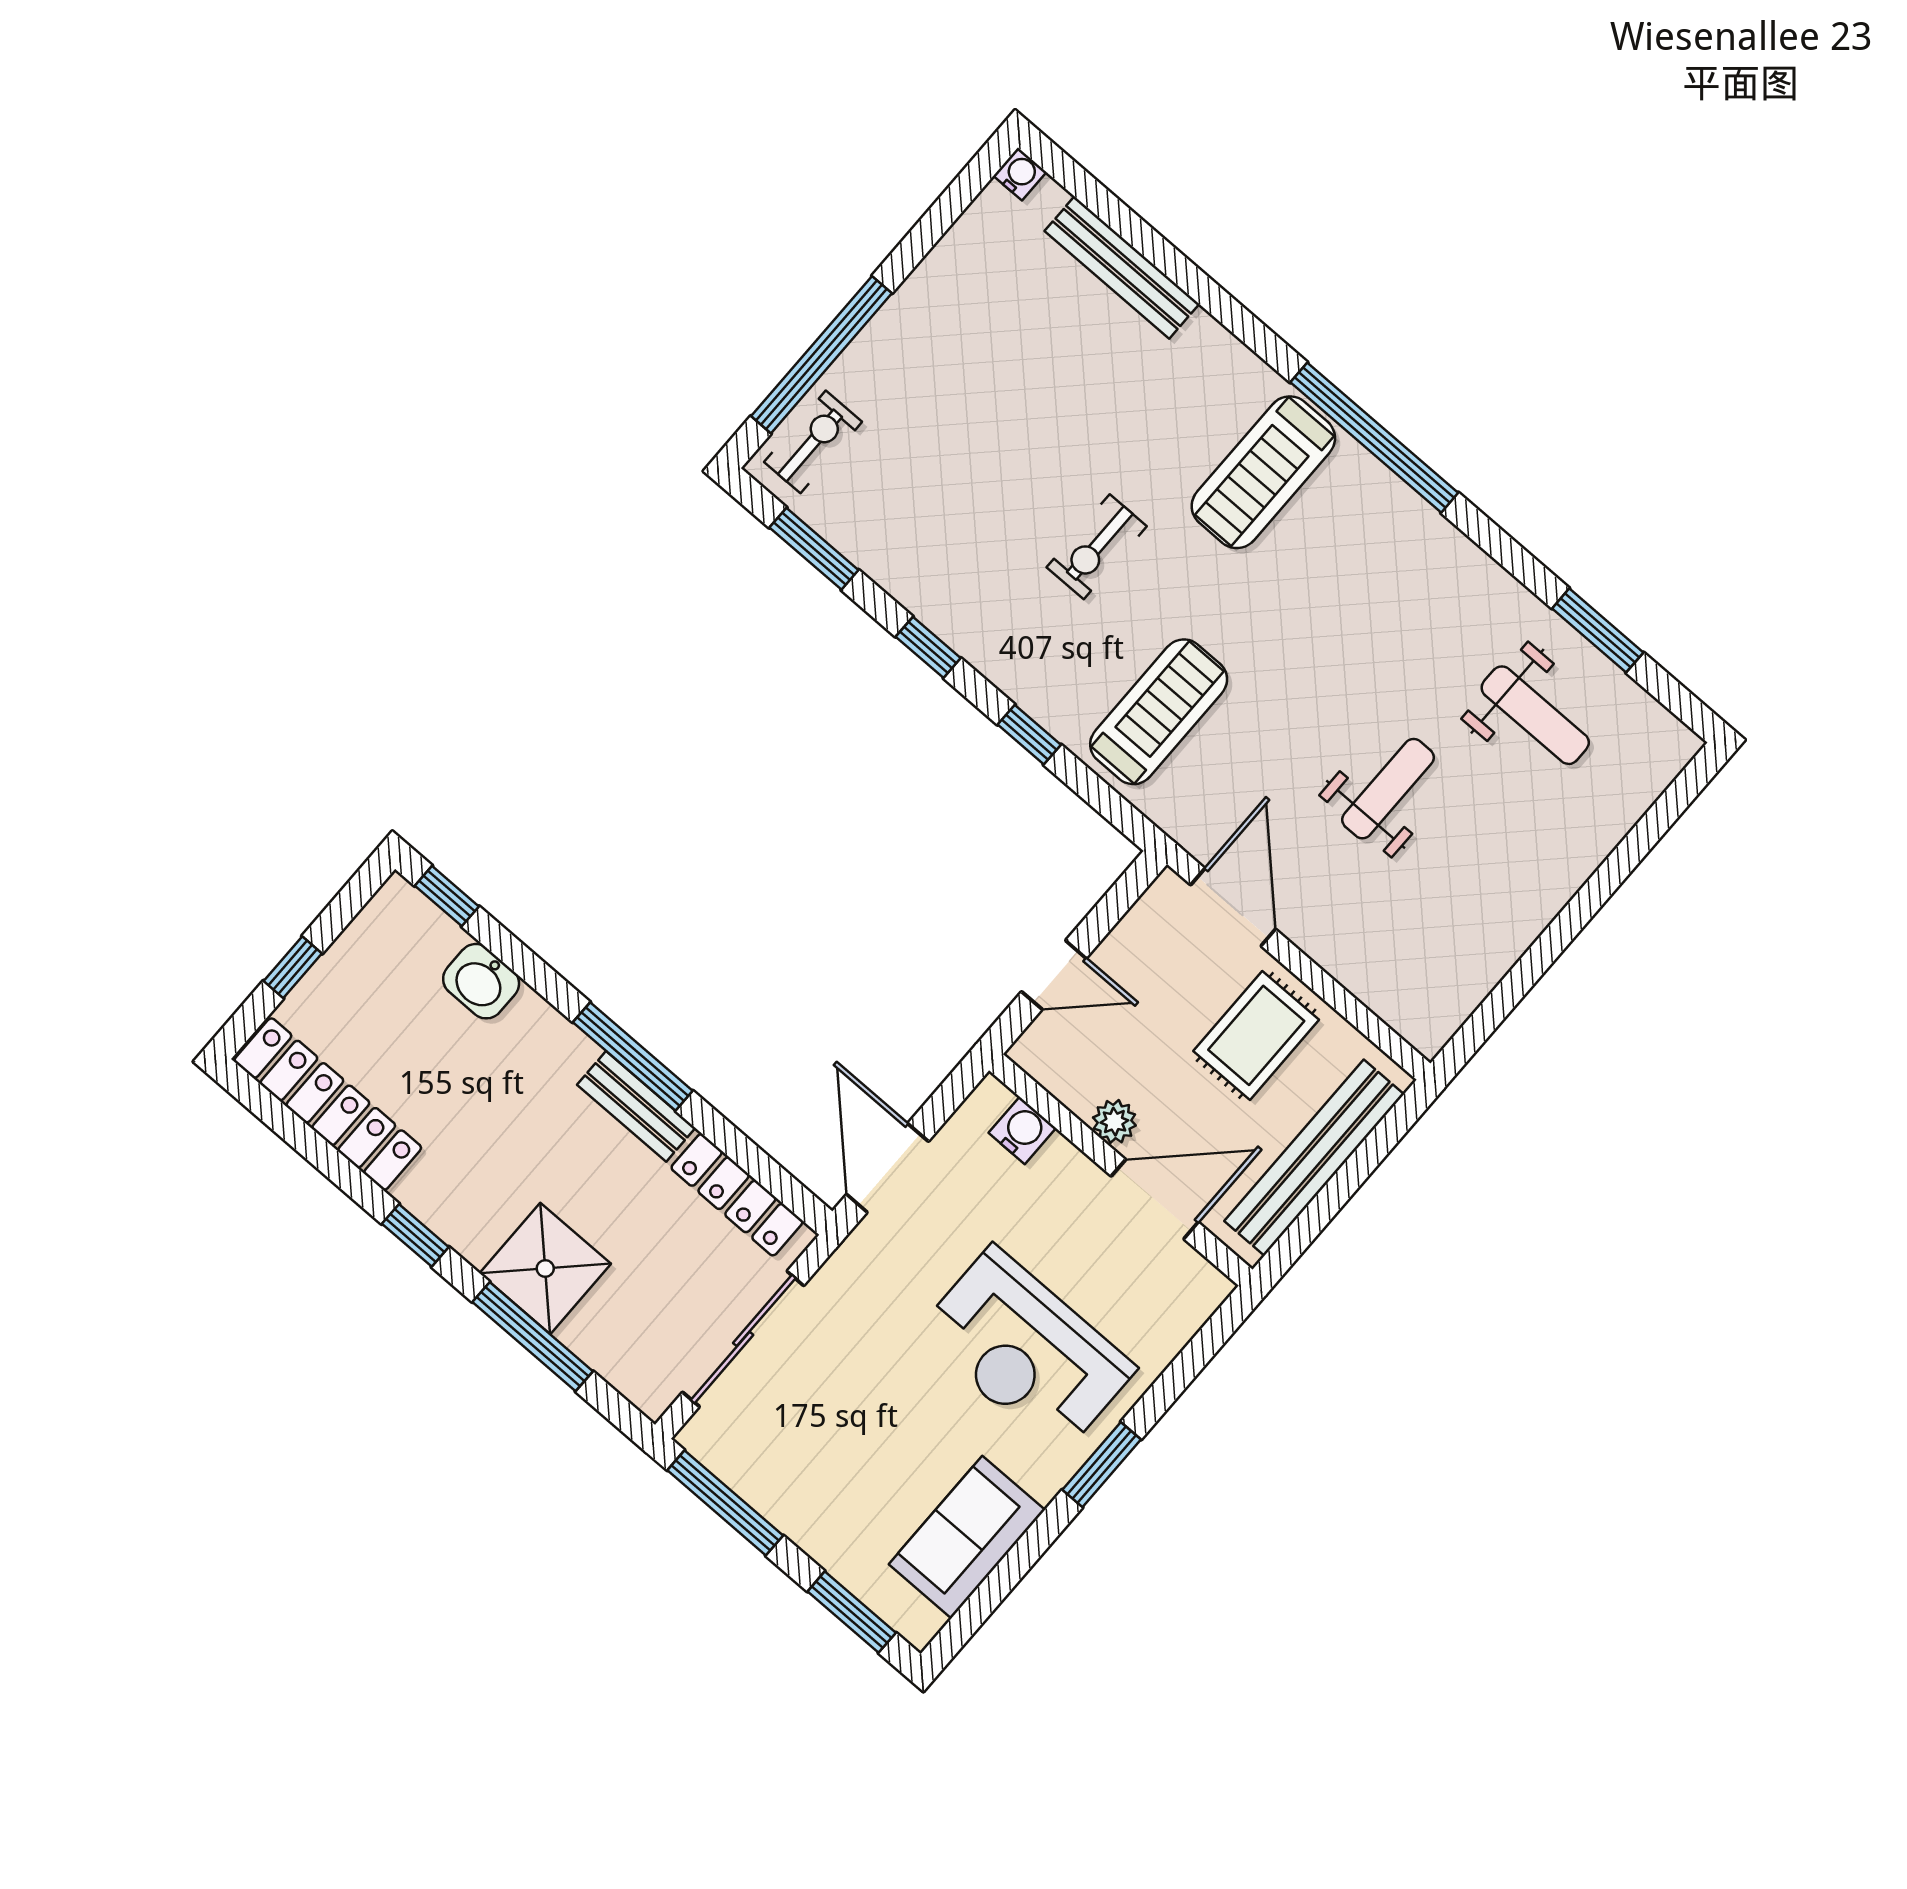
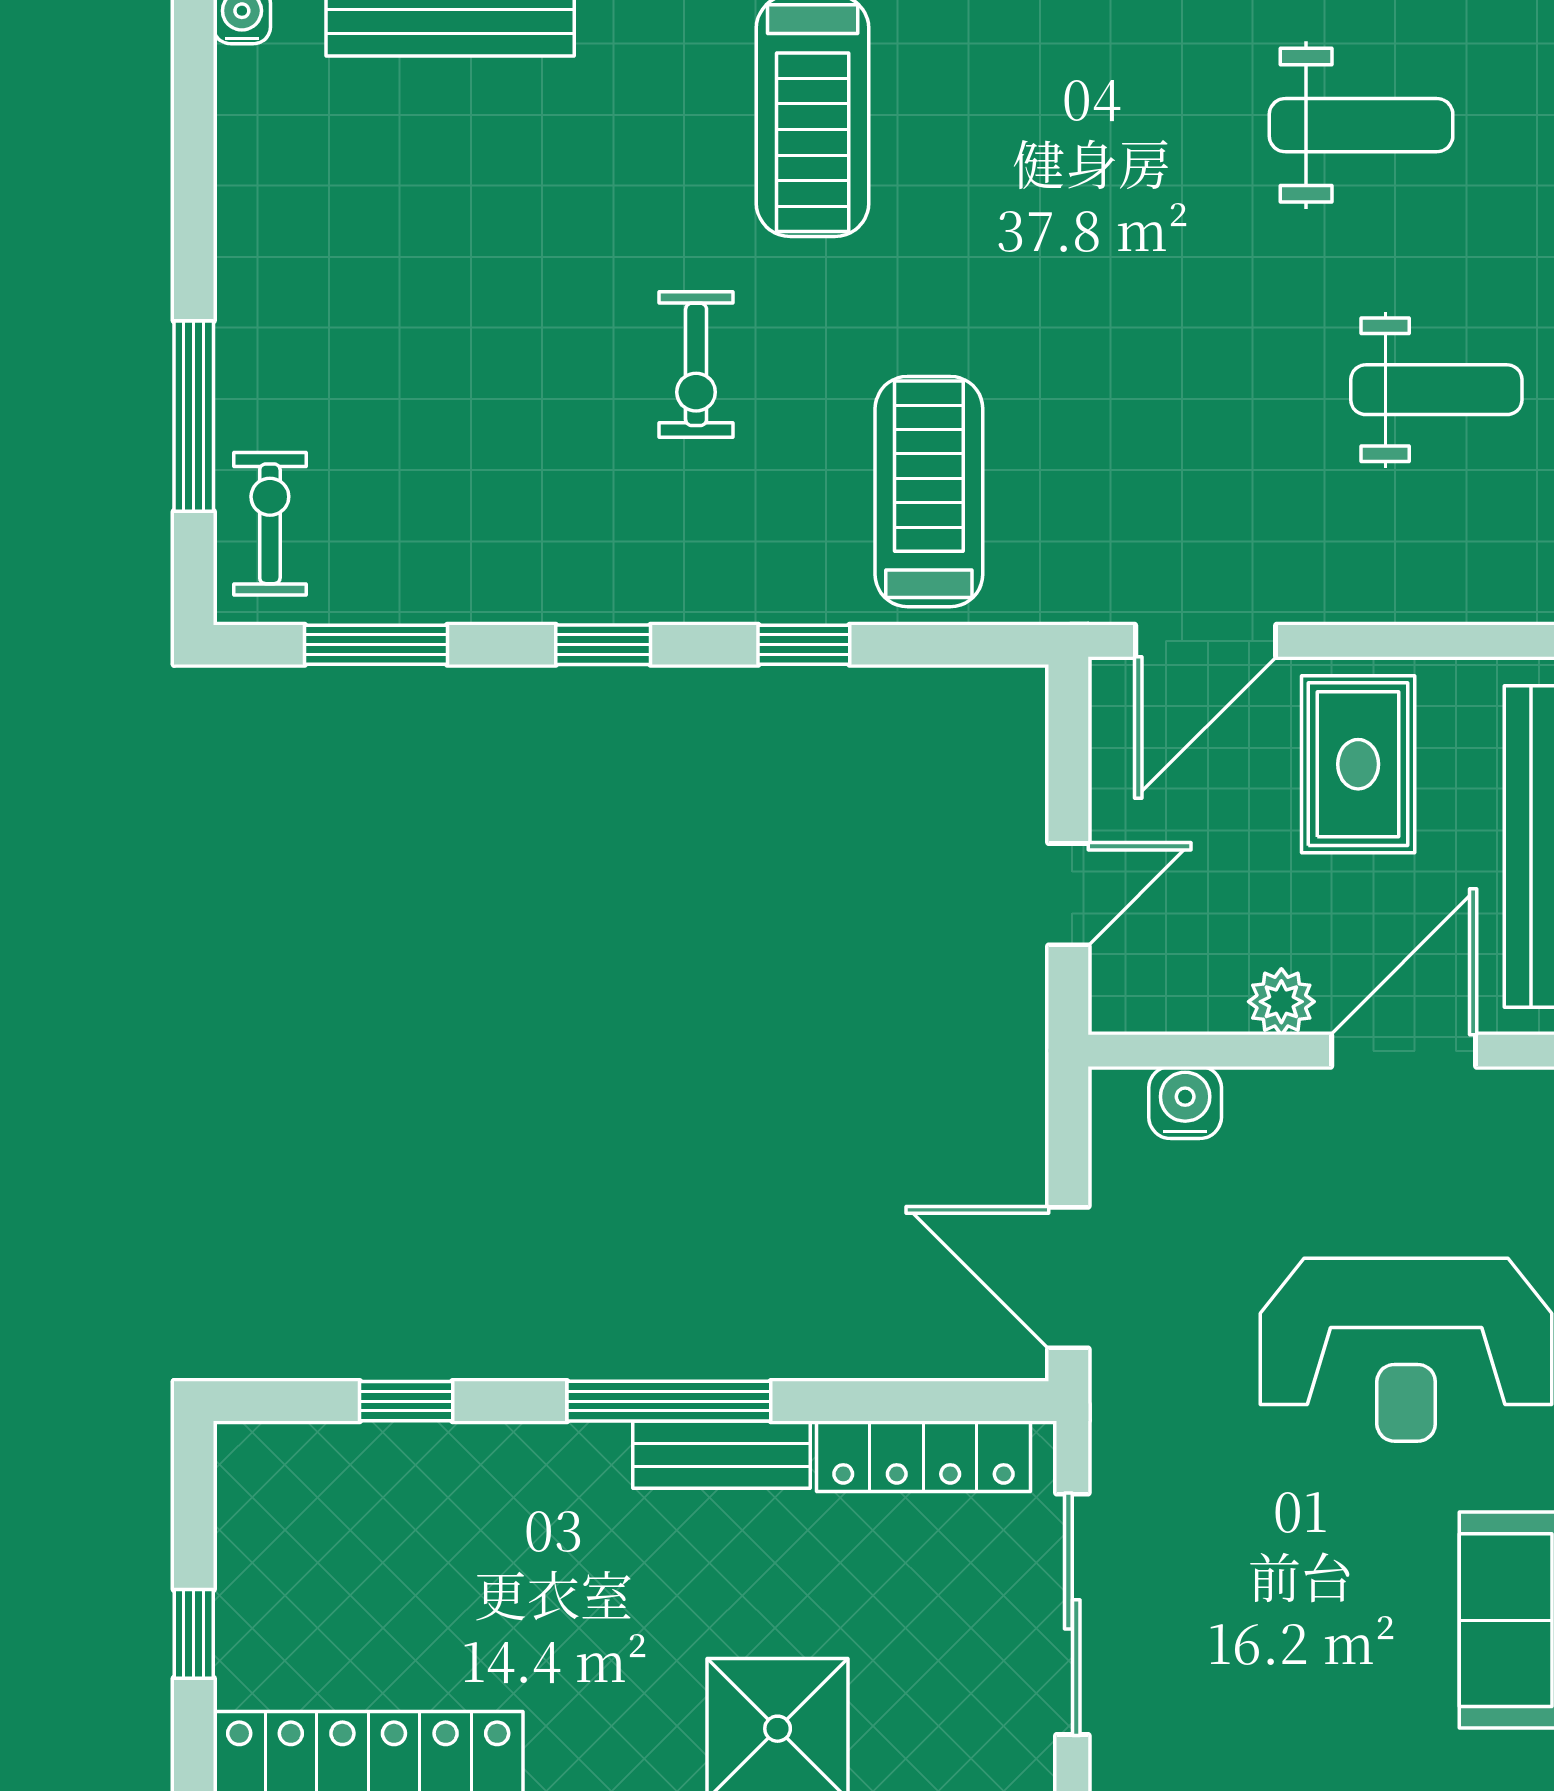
window: (822, 355) -> (194, 416), width x0.68
weight bench: (1388, 789) -> (1436, 390), moved, turned 90
window: (447, 896) -> (406, 1401), moved
door: (1233, 907) -> (1206, 641), swing flipped
washbasin: (481, 981) -> (422, 1465), removed

